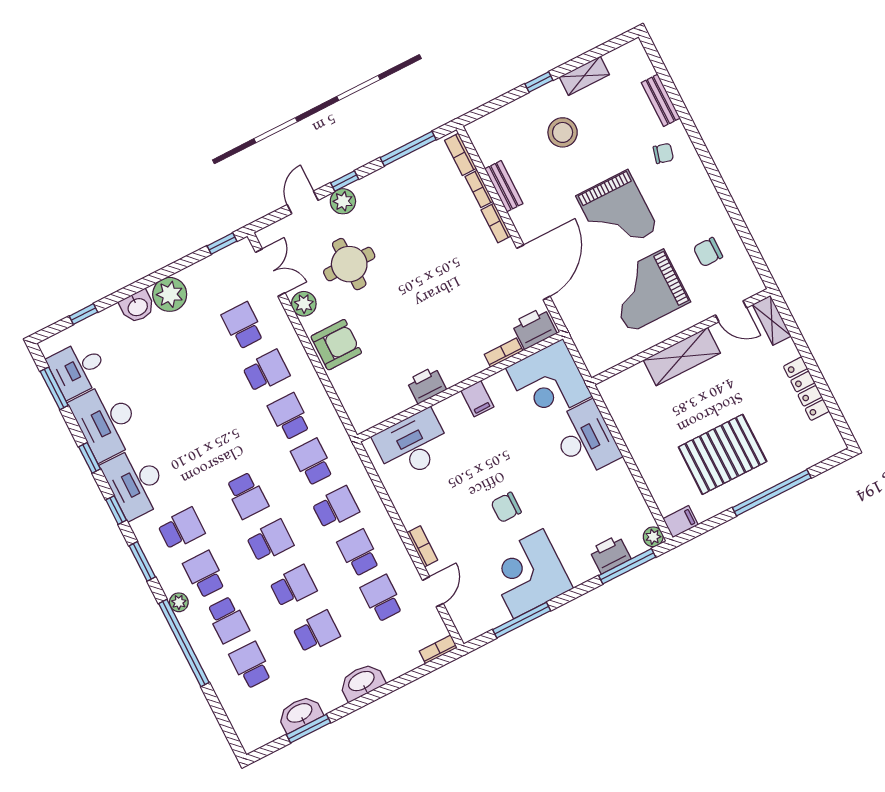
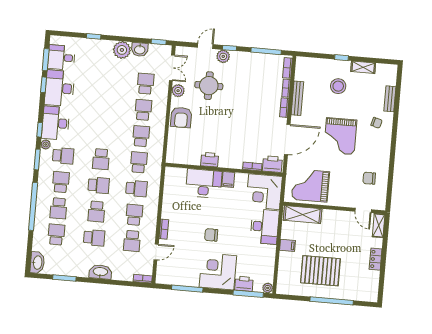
bench: (504, 186) -> (297, 98), width x1.36
grand piano: (646, 291) -> (310, 185), moved
washbasin: (137, 307) -> (140, 49), moved
window: (83, 314) -> (94, 36), moved
armchair: (336, 345) -> (181, 117), turned 90
shelving: (682, 357) -> (303, 215), moved
school desk: (266, 371) -> (143, 110), turned -90
locker: (806, 389) -> (376, 259), width x0.66
desk: (412, 445) -> (204, 183), moved
window: (90, 458) -> (44, 85), moved
filing cabinet: (681, 522) -> (287, 245), moved
corner desk: (528, 574) -> (218, 271), moved
school desk: (293, 586) -> (96, 212), turned 90
school desk: (382, 598) -> (132, 241), turned 180
plant: (179, 602) -> (46, 145), moved
washbasin: (300, 714) -> (37, 263), moved, turned 90

